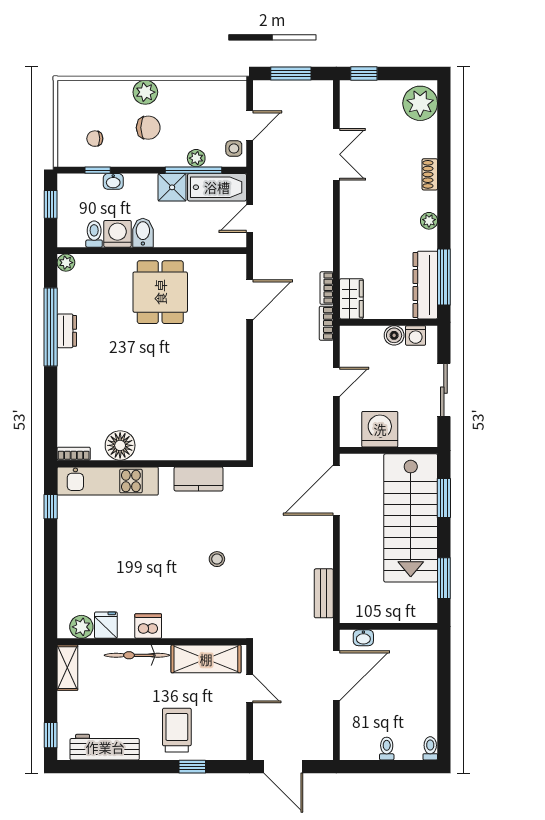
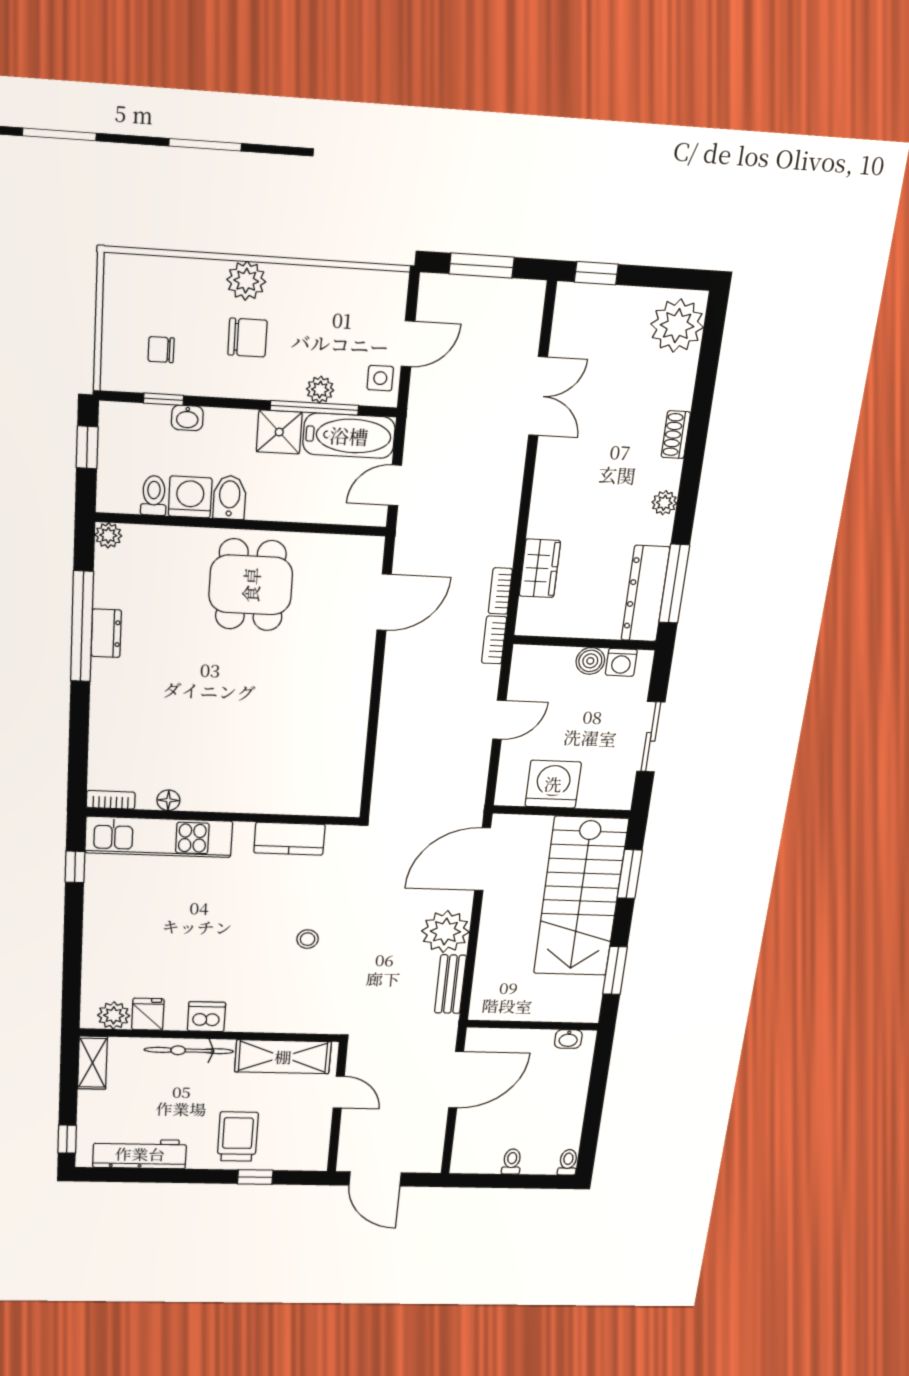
wardrobe: (351, 299) -> (540, 568), moved
floor lamp: (120, 445) -> (168, 800), width x0.53, depth x0.53
plant: (316, 550) -> (445, 932), added
washbasin: (363, 638) -> (568, 1039), moved

